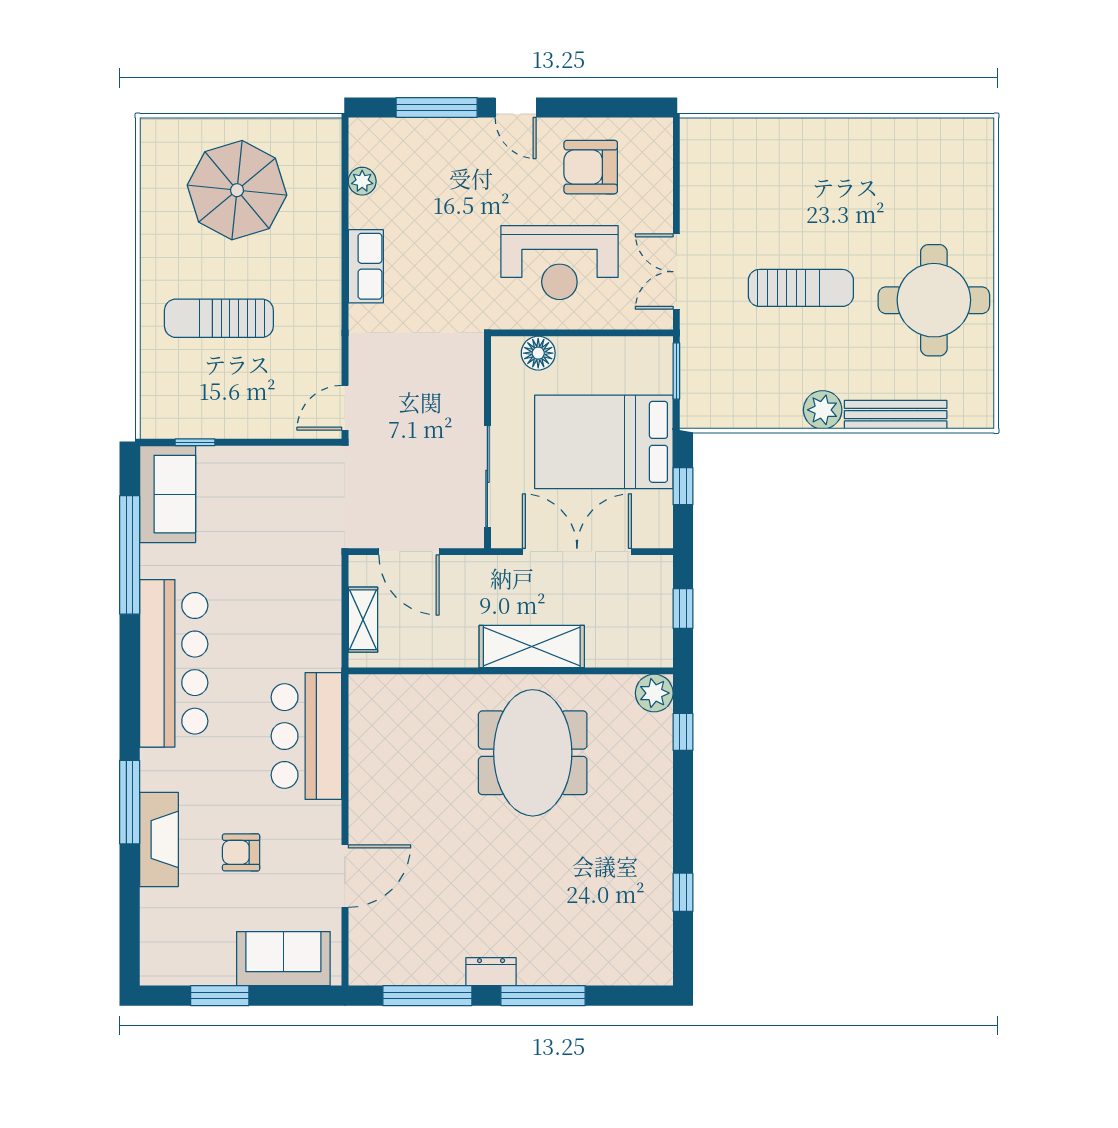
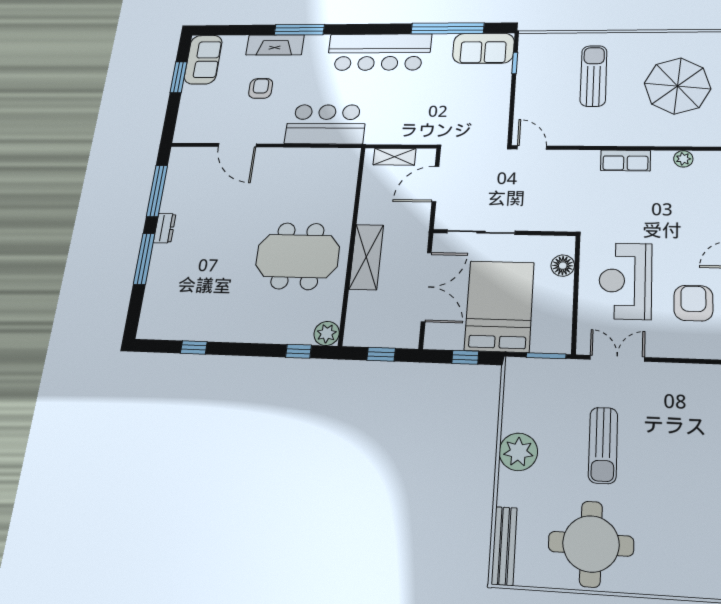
plant: (823, 410) -> (518, 452), width x1.36, depth x1.36
bench: (896, 415) -> (504, 546), moved
sofa: (283, 959) -> (203, 60), moved

